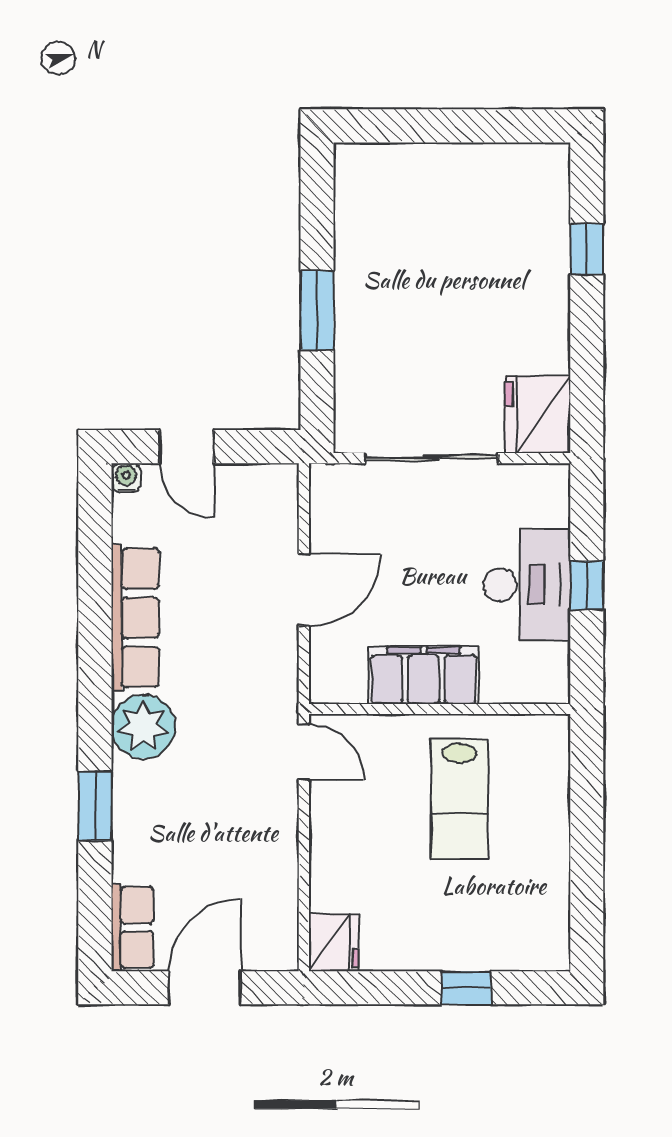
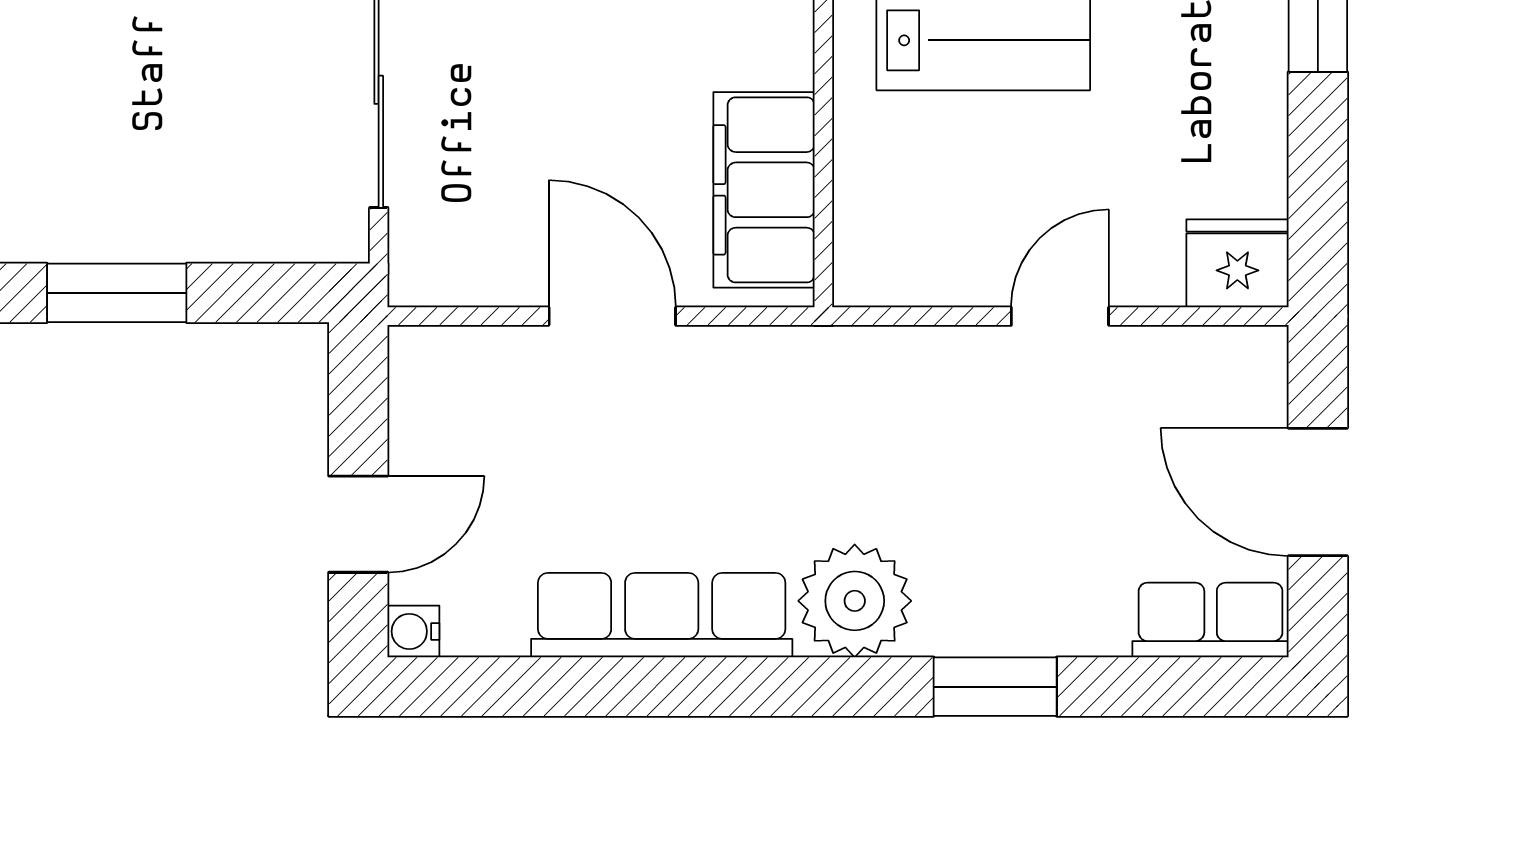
filing cabinet: (424, 675) -> (764, 190), moved
door: (304, 752) -> (1060, 316), moved

